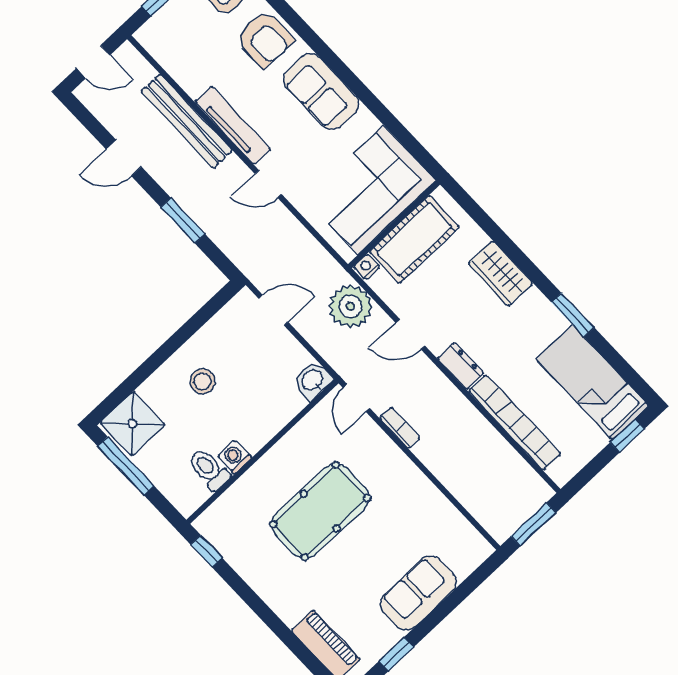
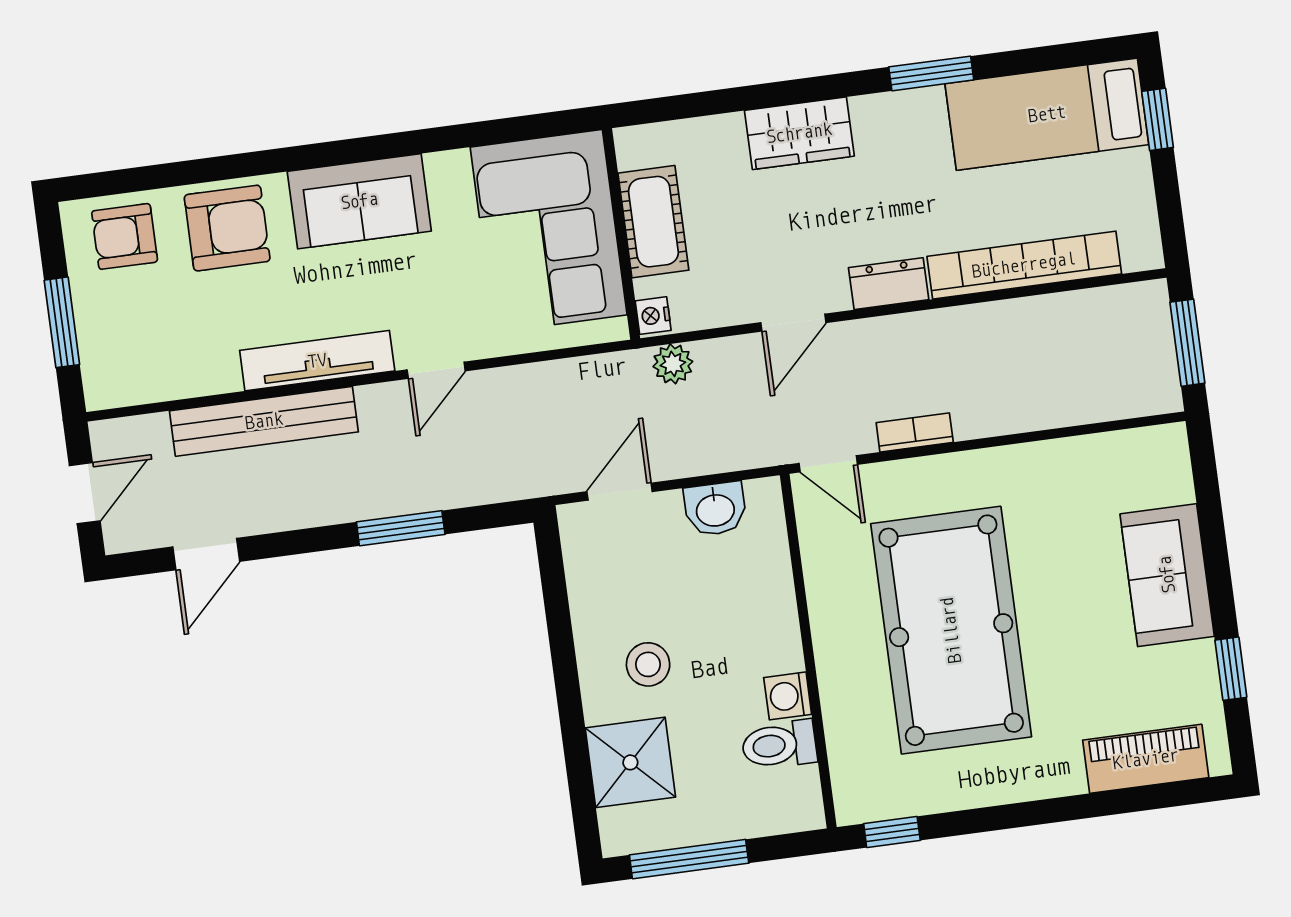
door: (124, 158) -> (206, 554), moved
cot: (414, 239) -> (653, 222), width x0.73, depth x0.75
plant: (350, 306) -> (673, 364), width x0.53, depth x0.53
washbasin: (313, 380) -> (715, 509), moved, turned -90
shower: (132, 424) -> (630, 762), moved
pool table: (320, 511) -> (951, 630), width x1.36, depth x1.32

